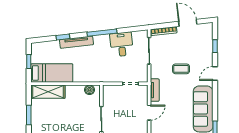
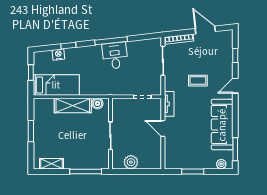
tv unit: (76, 42) -> (83, 51), removed
desk: (122, 44) -> (115, 56), moved
nightstand: (54, 45) -> (58, 54), added
shelving: (48, 92) -> (73, 106), moved
door: (149, 113) -> (163, 129), swing flipped

